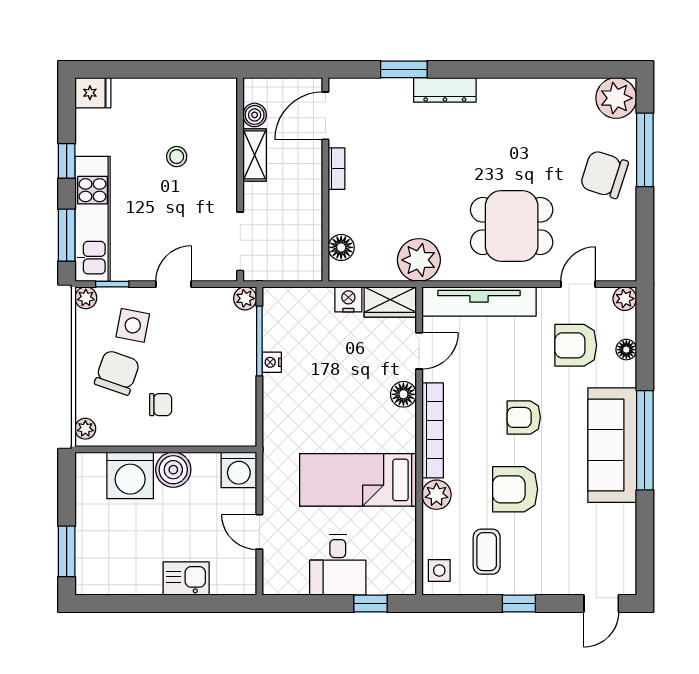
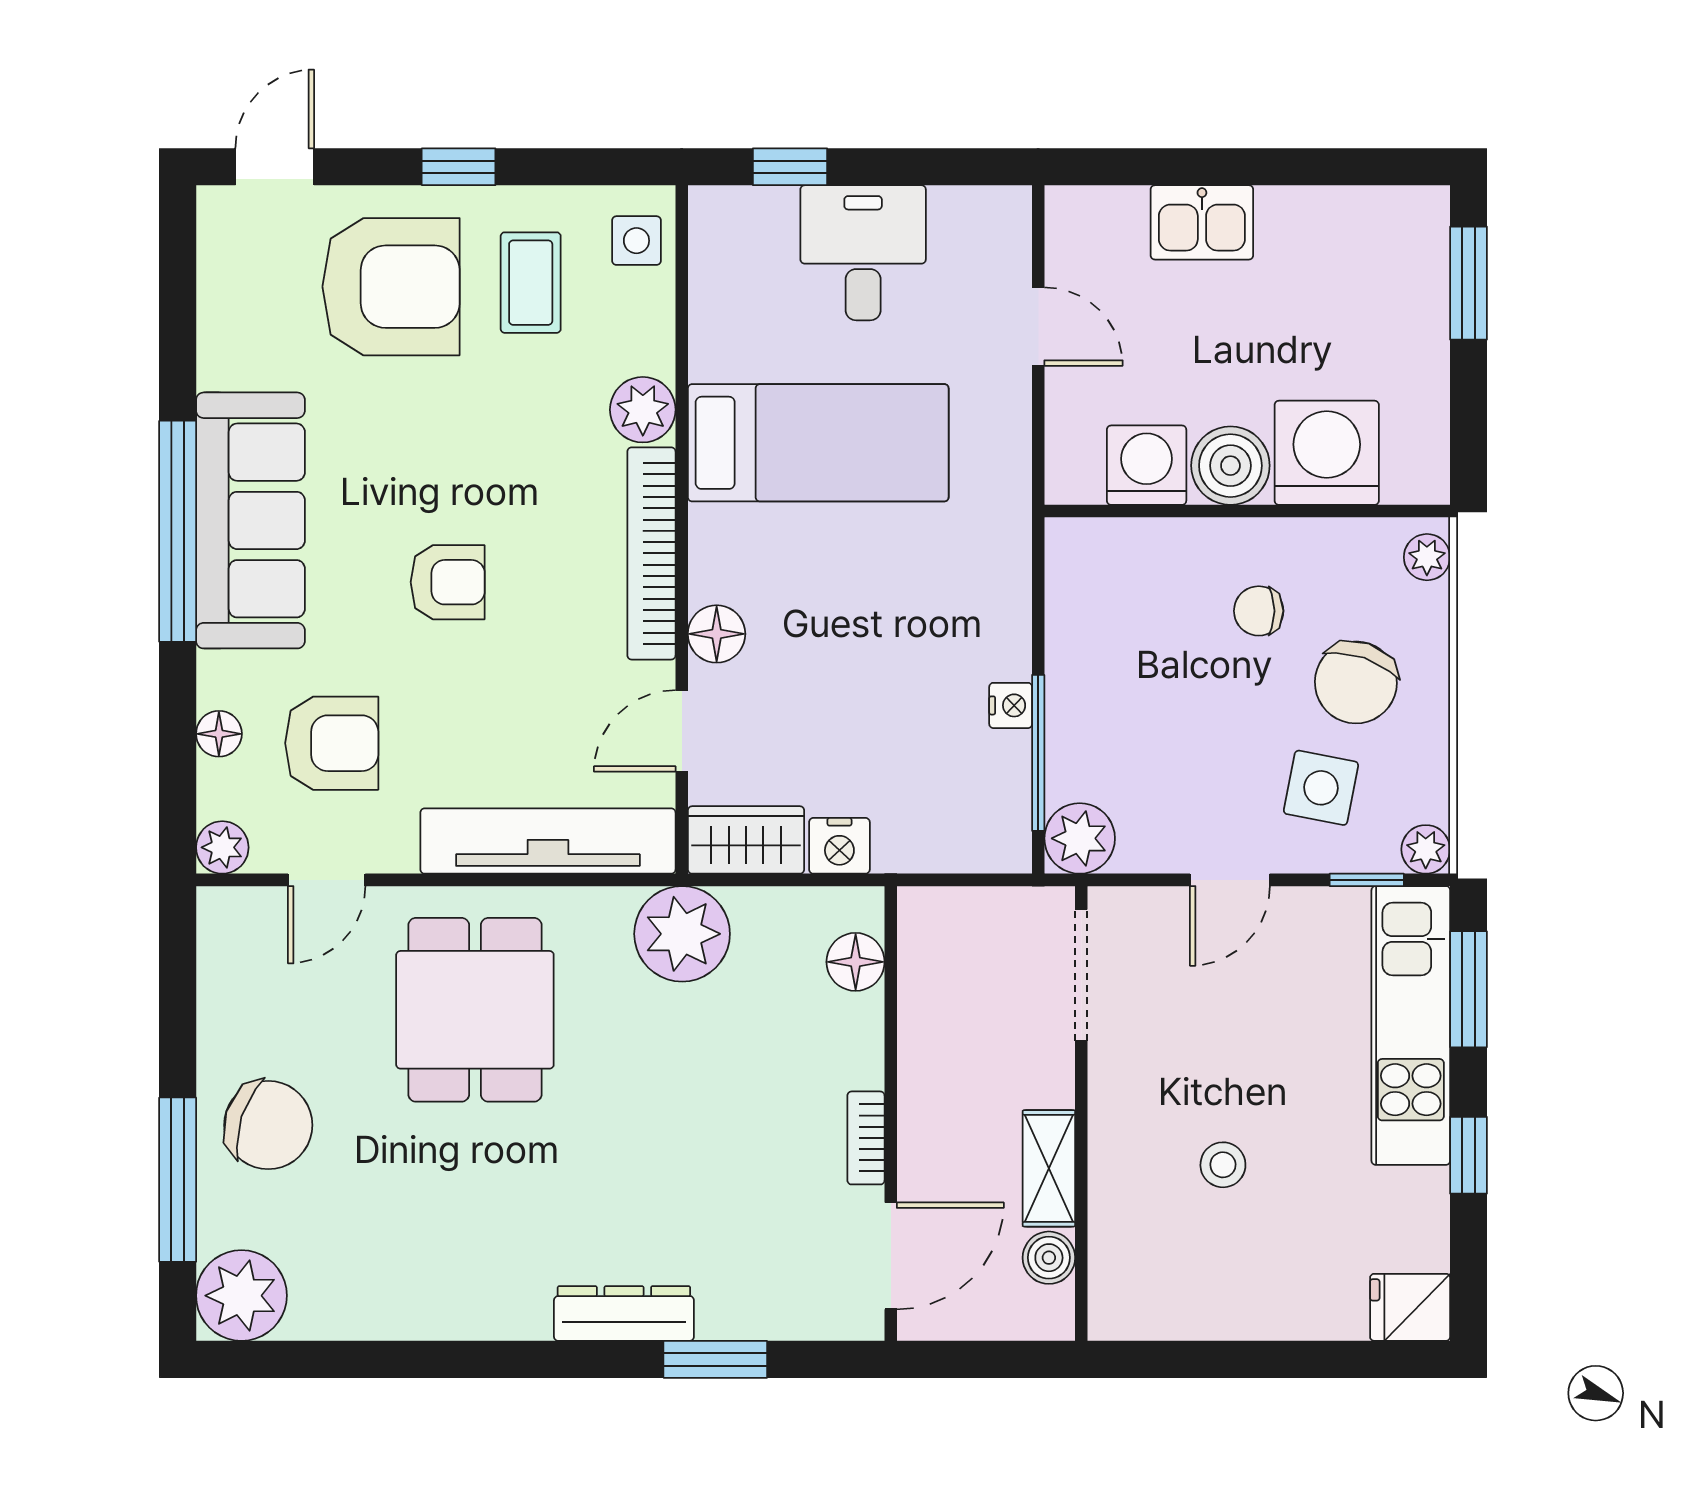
dining table: (512, 226) -> (475, 1010), turned 90
plant: (245, 298) -> (1080, 838), width x1.38, depth x1.38
washing machine: (239, 470) -> (1147, 465), moved
armchair: (515, 489) -> (391, 287), moved, width x1.36, depth x1.36

